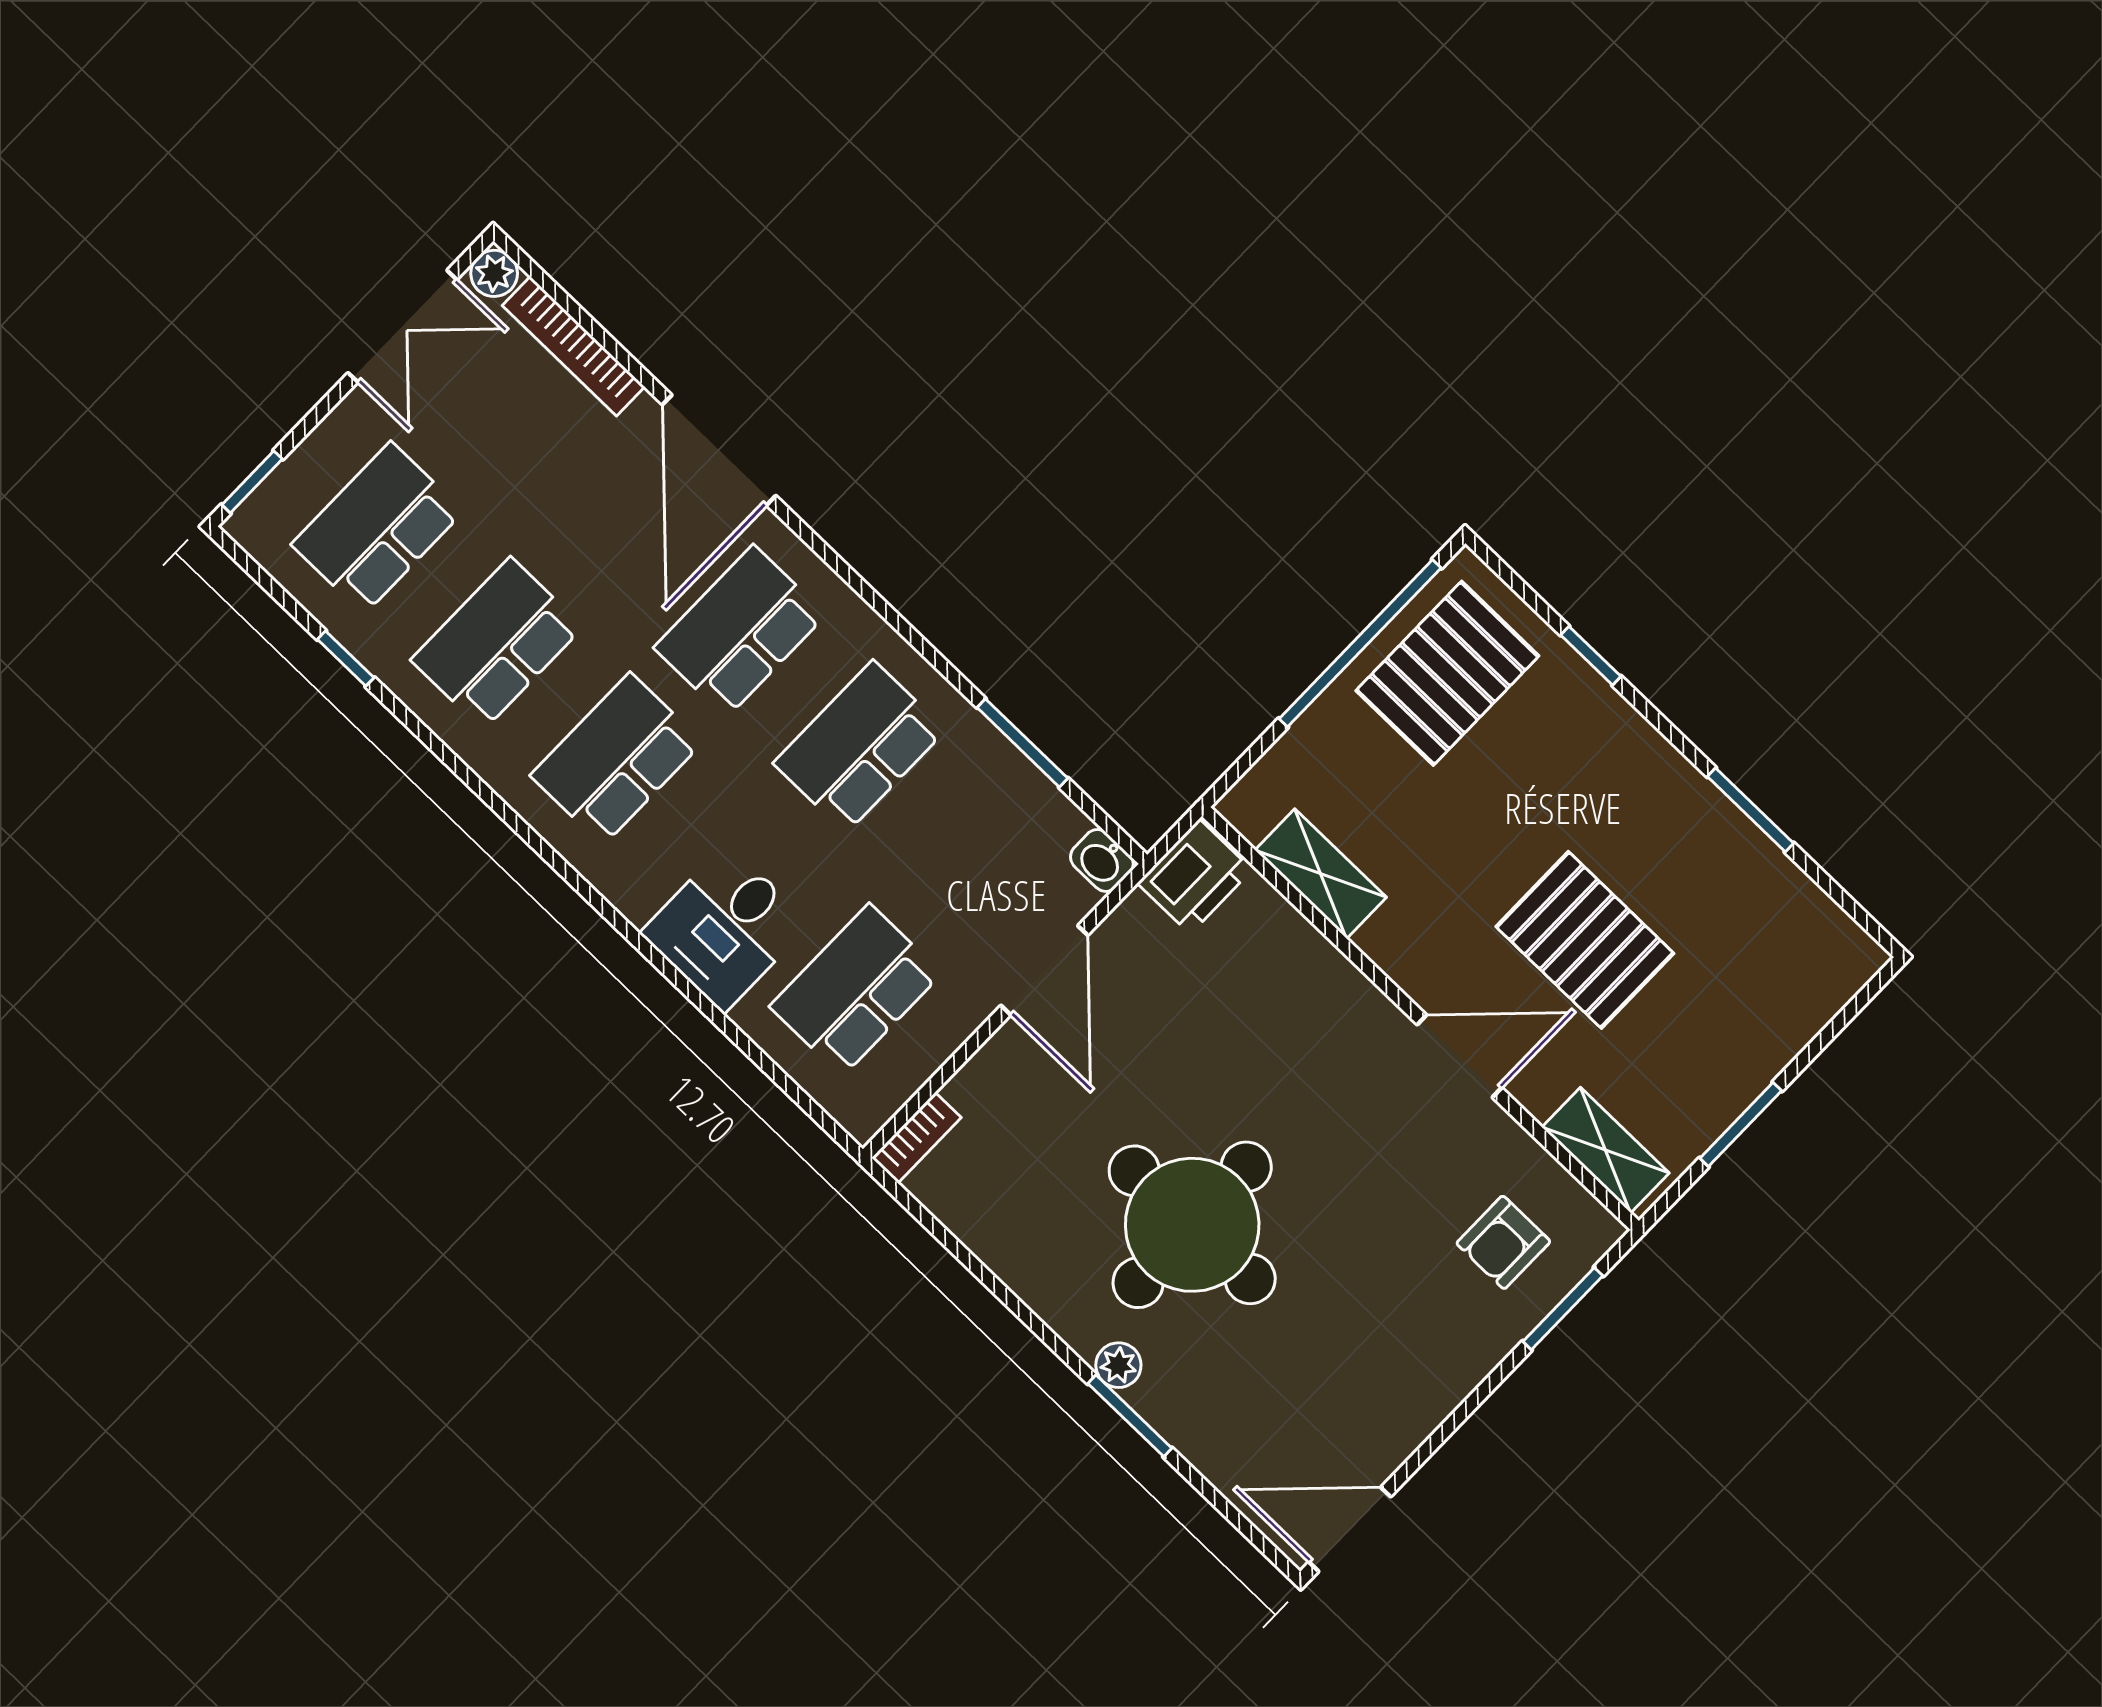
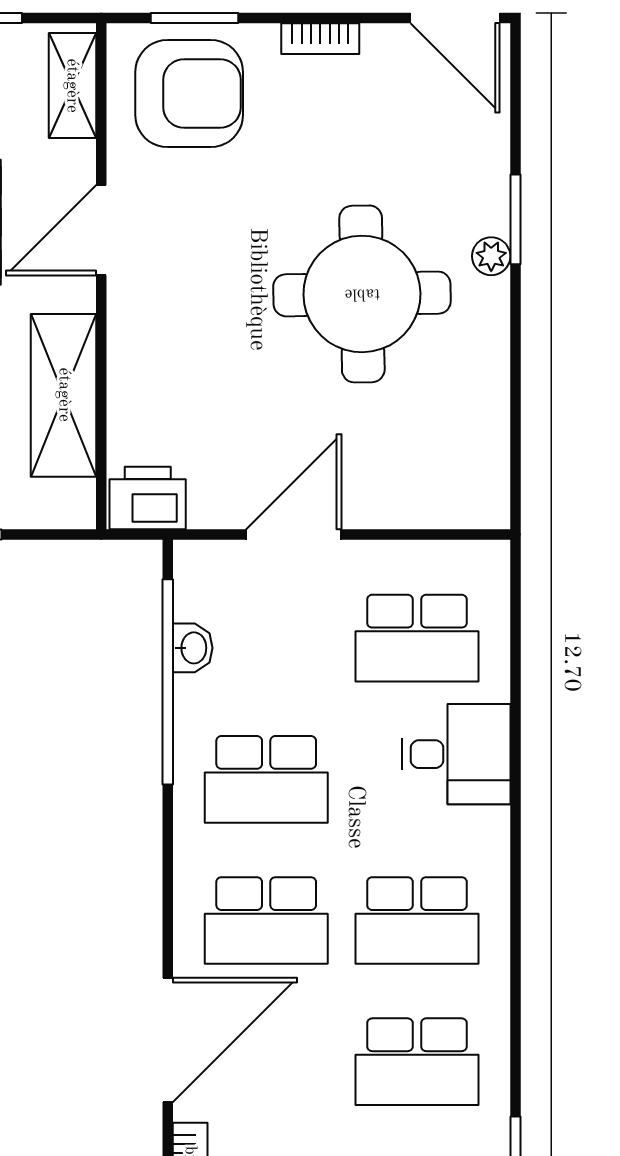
window: (1022, 743) -> (168, 682), width x2.11
washbasin: (1102, 860) -> (193, 648), moved
shelving: (1321, 874) -> (64, 395), width x1.50, depth x1.33
door: (1459, 1056) -> (101, 230), hinge flipped
bookcase: (916, 1138) -> (320, 39), moved, turned 180
armchair: (1503, 1242) -> (189, 93), width x1.88, depth x1.88

